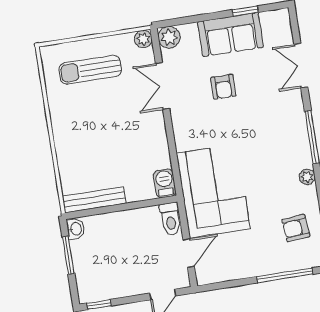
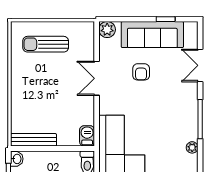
sofa: (231, 34) -> (152, 35), width x1.36
plant: (143, 39) -> (88, 28), removed
double door: (163, 86) -> (97, 78), moved

